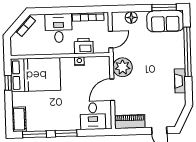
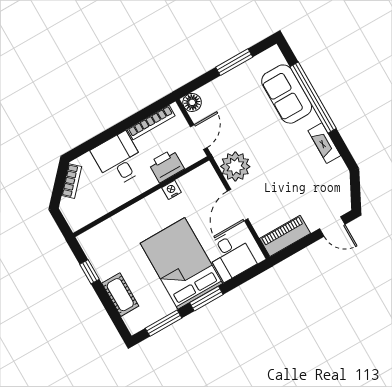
window: (164, 7) -> (234, 62), moved
floor lamp: (131, 17) -> (192, 102), moved
sofa: (165, 21) -> (287, 94), moved, turned 90
bed: (36, 75) -> (181, 263), moved, turned -90
cot: (19, 119) -> (120, 295), moved

